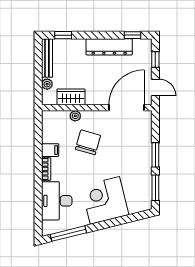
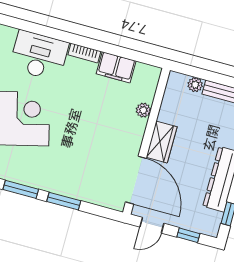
wardrobe: (71, 97) -> (162, 142), moved
chair: (88, 142) -> (104, 117), removed
filing cabinet: (50, 150) -> (116, 67), width x2.00

